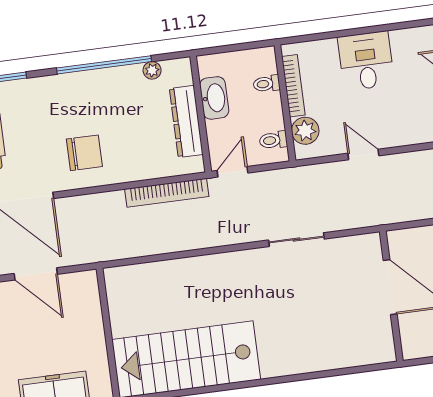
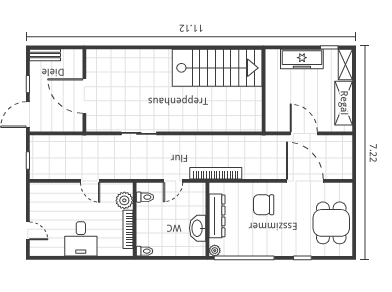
toilet: (267, 84) -> (145, 251), moved
washbasin: (214, 98) -> (198, 228), moved
wall: (201, 114) -> (207, 219), moved
dresser: (186, 122) -> (217, 216), moved

